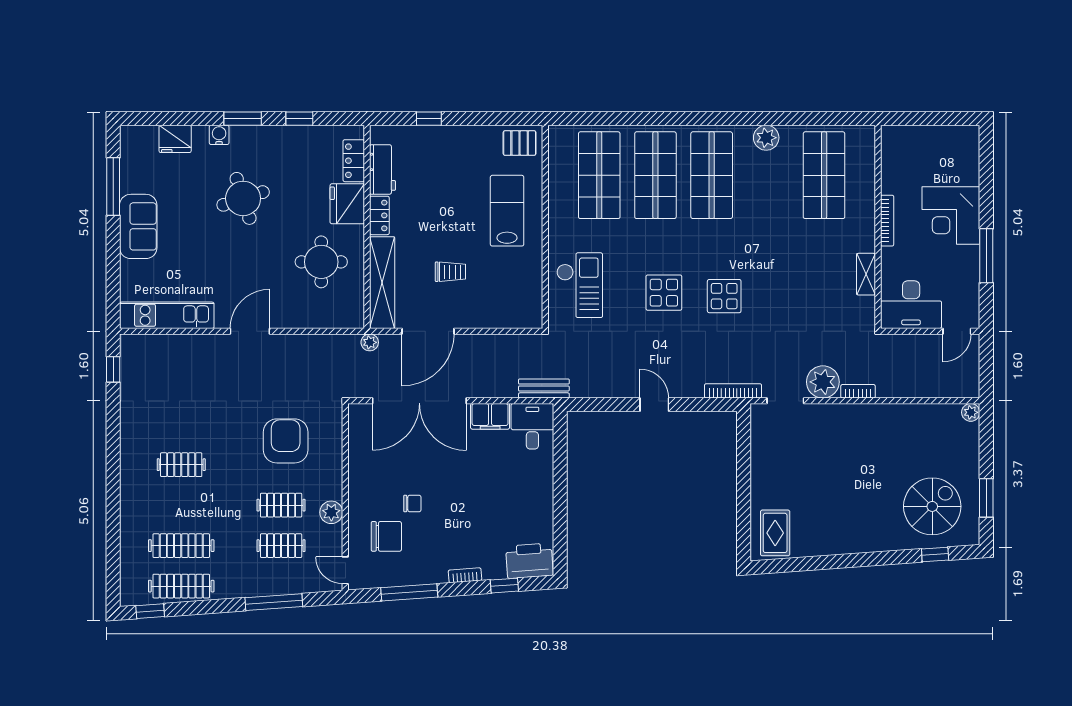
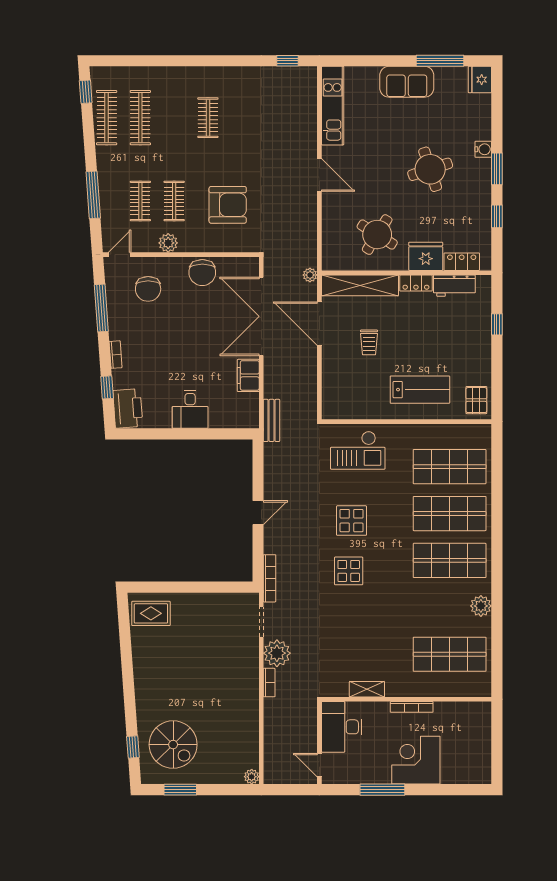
fridge: (175, 139) -> (480, 80), moved
round table: (321, 262) -> (377, 235), turned 32
desk: (532, 426) -> (190, 409), moved, turned 90
chair: (412, 504) -> (202, 273), moved, width x1.87, depth x1.87

